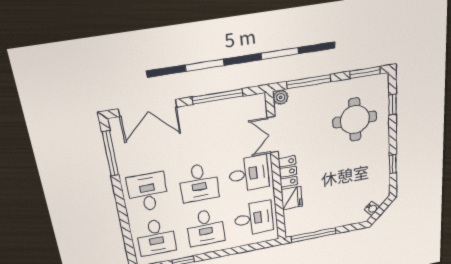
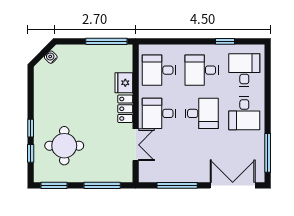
plant: (281, 97) -> (126, 176), removed
window: (393, 164) -> (31, 128), moved
desk: (199, 183) -> (202, 113), turned 90
desk: (205, 228) -> (202, 70), turned -90

